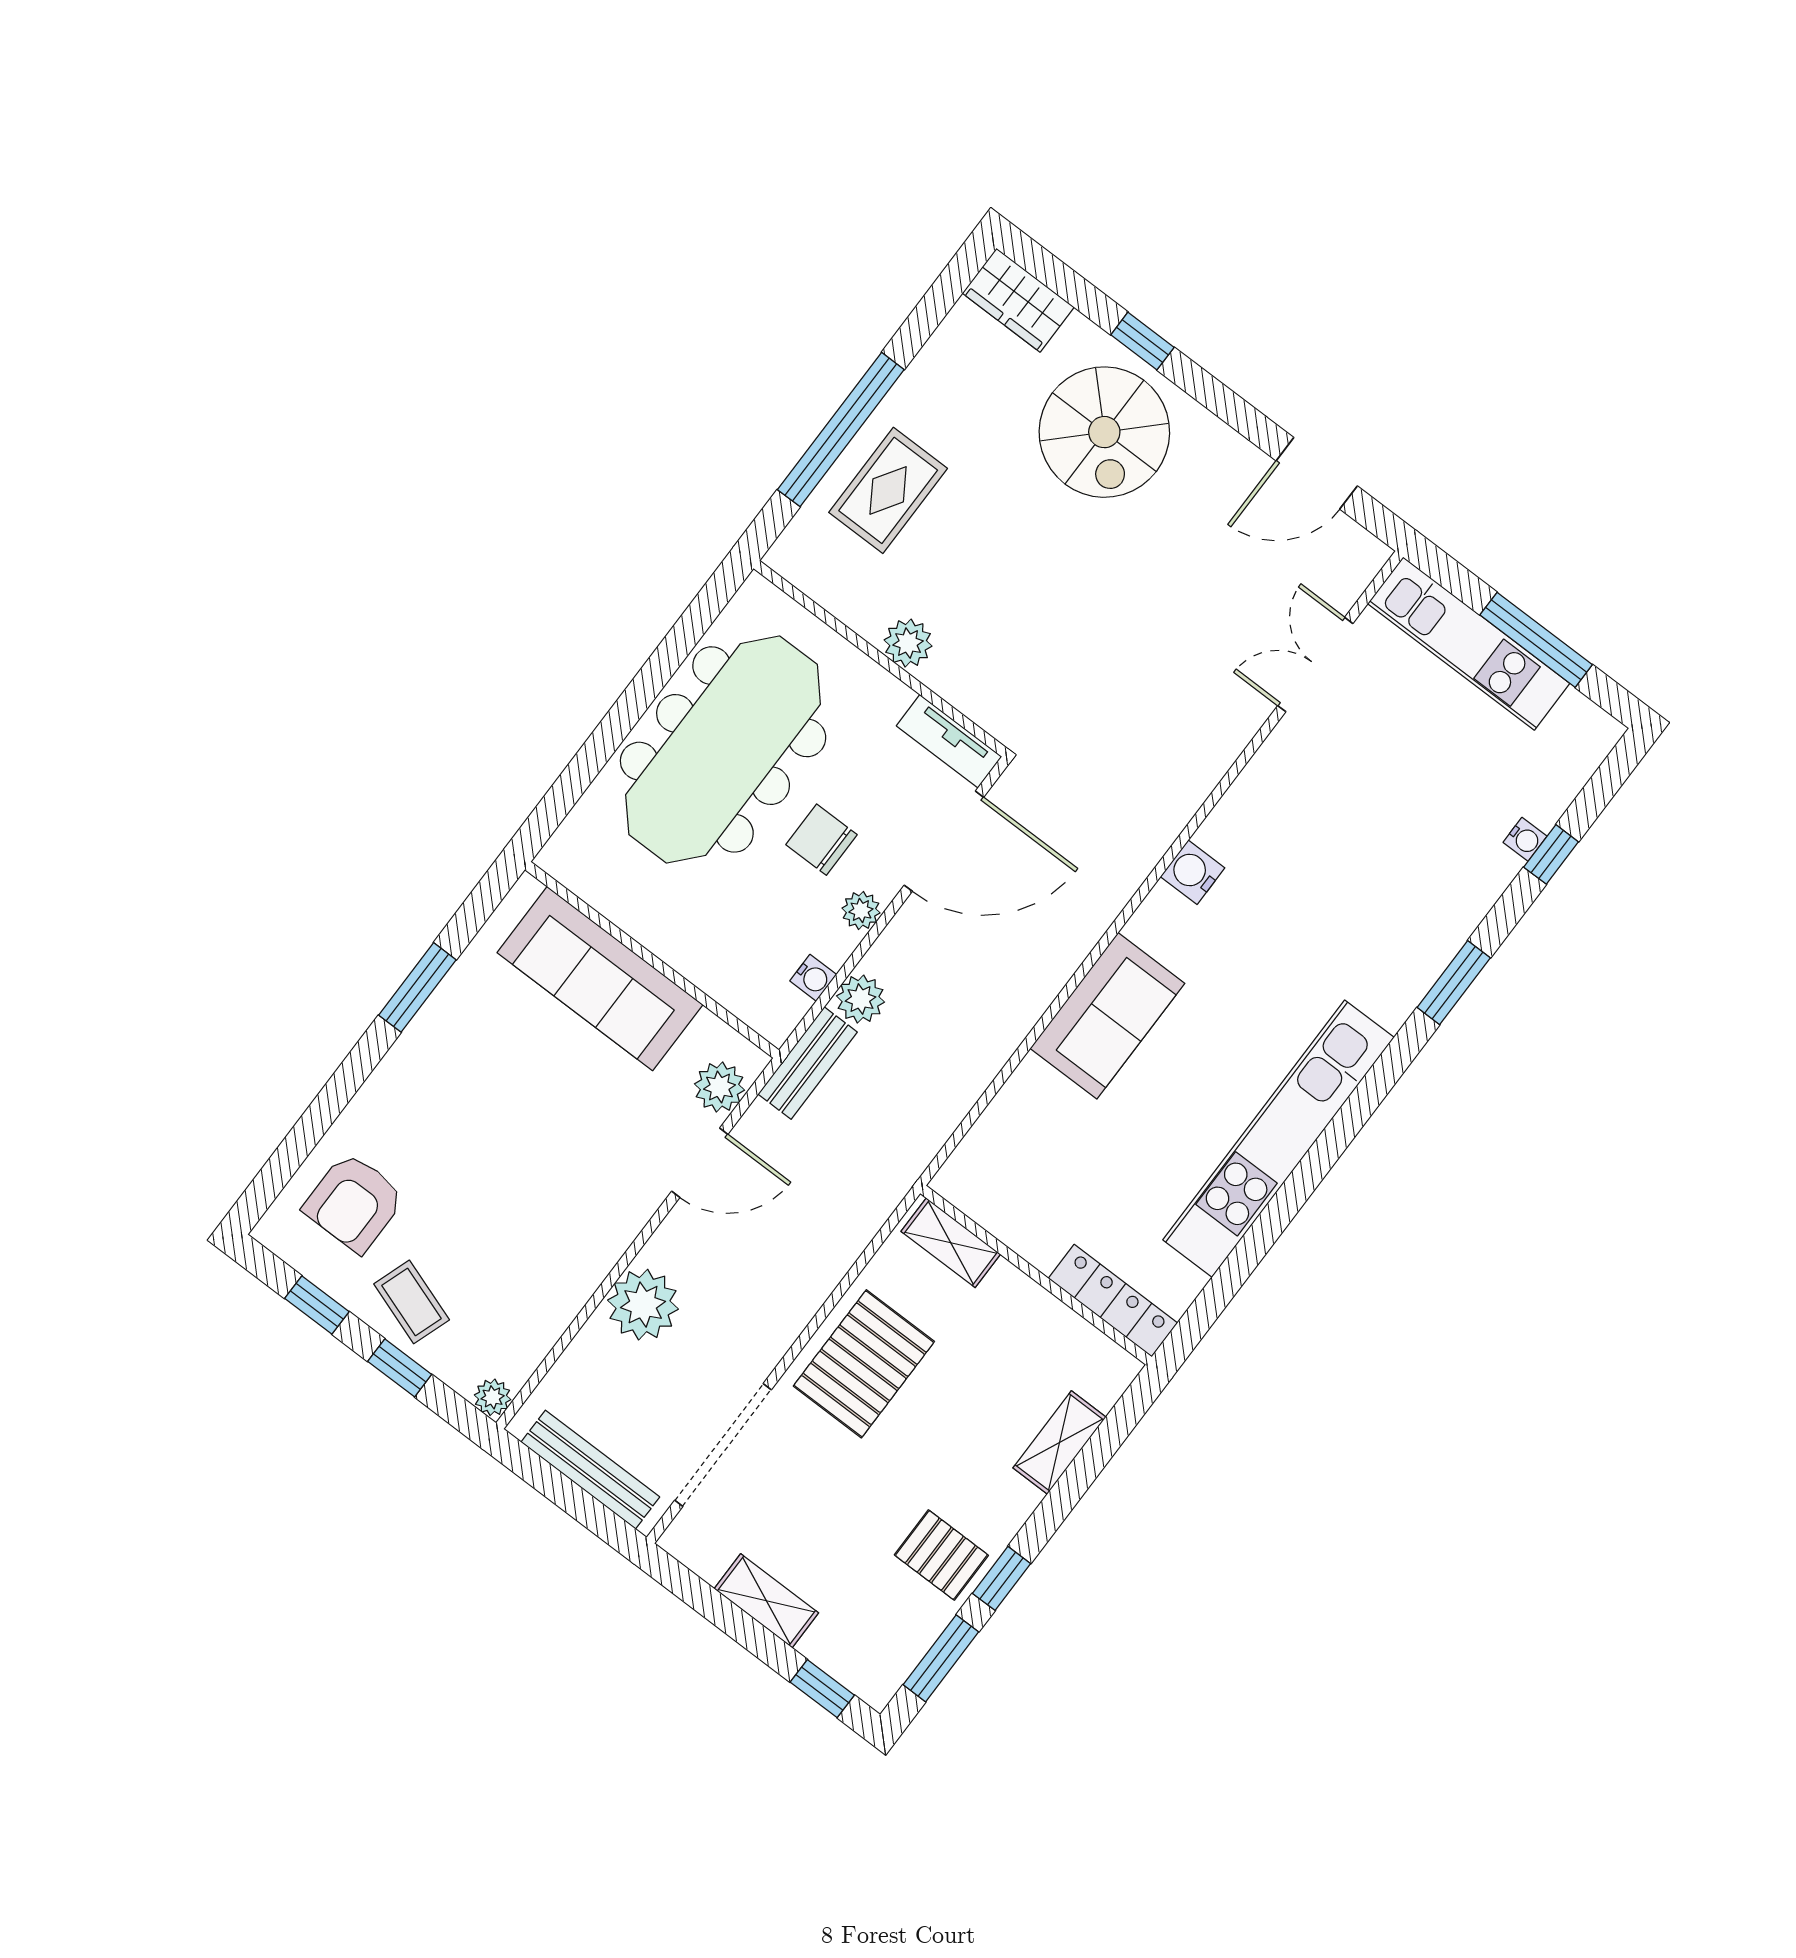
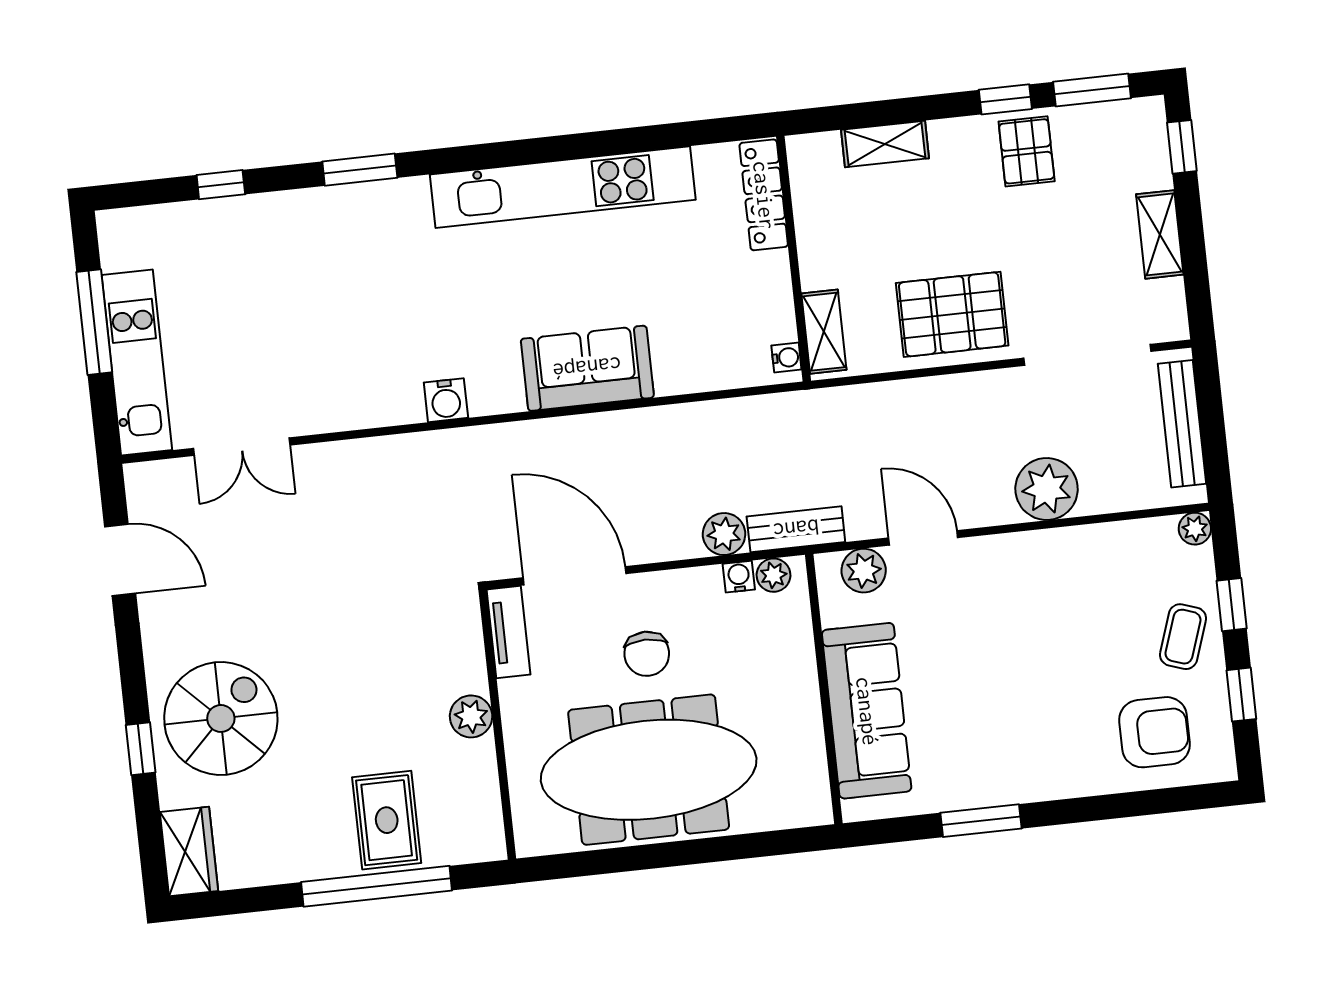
rug: (888, 490) -> (387, 820), turned 90
water cooler: (1525, 839) -> (786, 358), moved, turned 90
plant: (861, 911) -> (774, 575), moved

